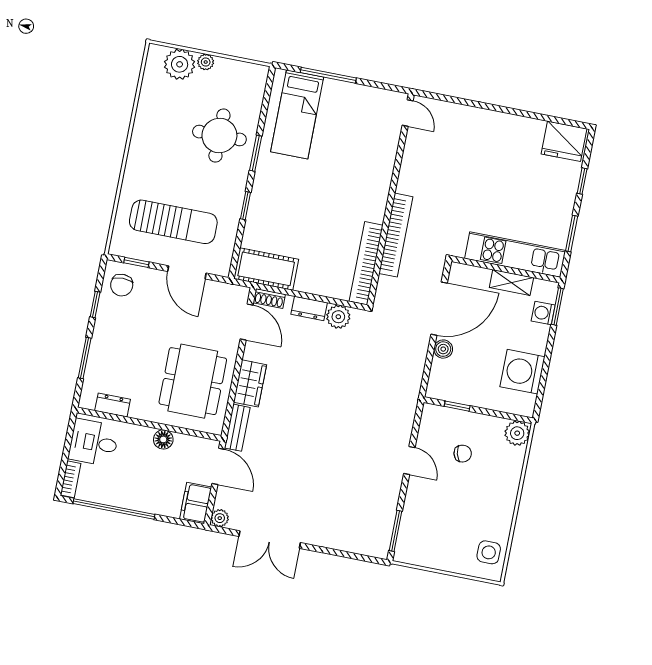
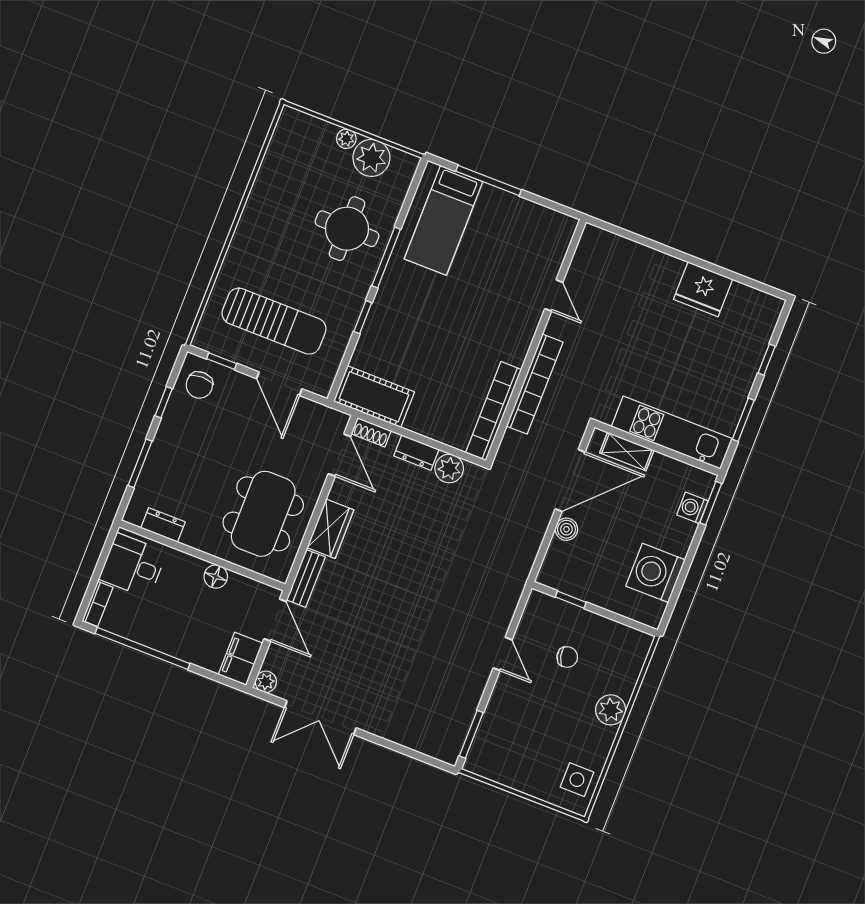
plant: (180, 64) -> (371, 158), moved
door: (408, 113) -> (554, 296), moved
fridge: (564, 141) -> (703, 289), moved
window: (256, 153) -> (386, 257), width x1.44
shelving: (511, 283) -> (627, 452), moved
plant: (517, 433) -> (611, 710), moved

